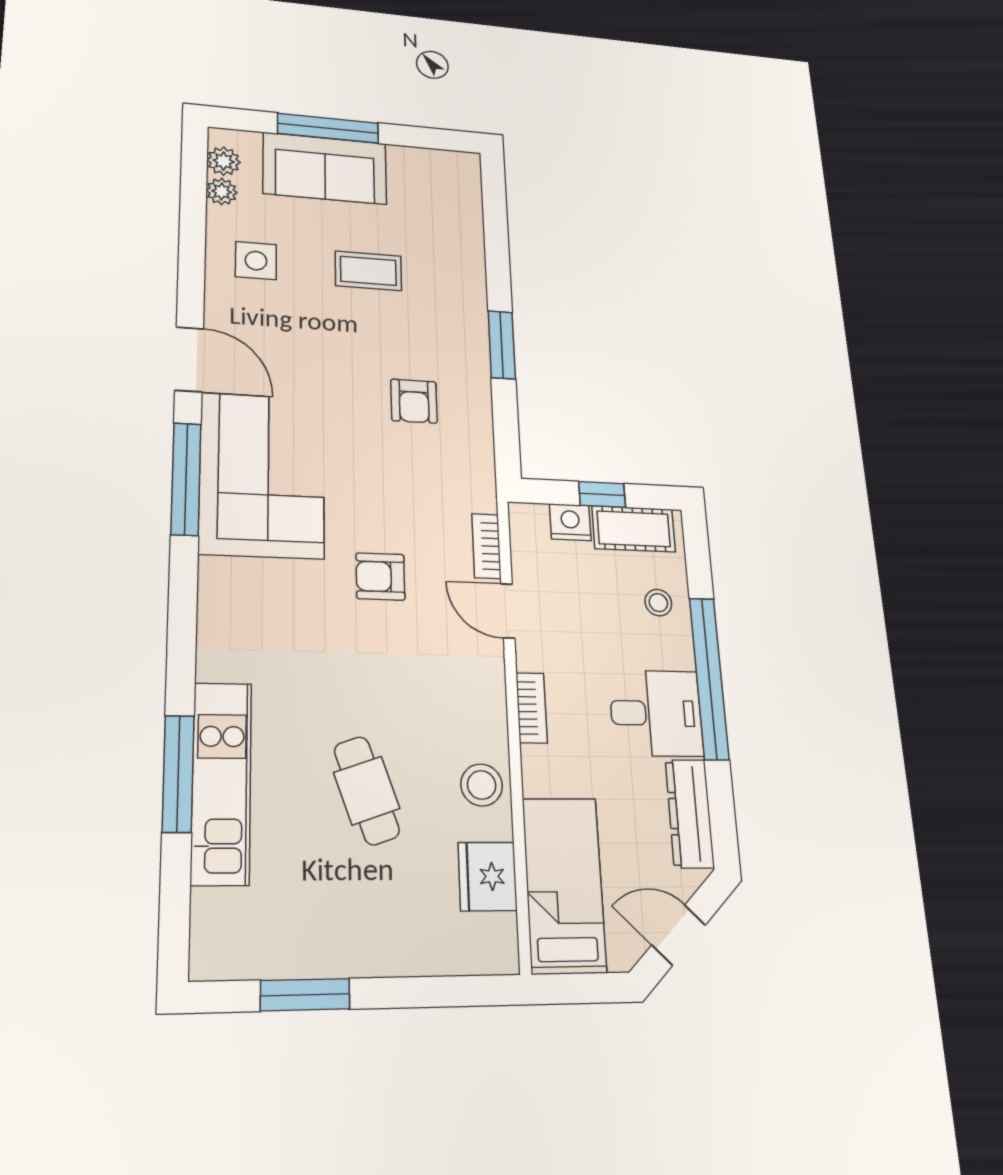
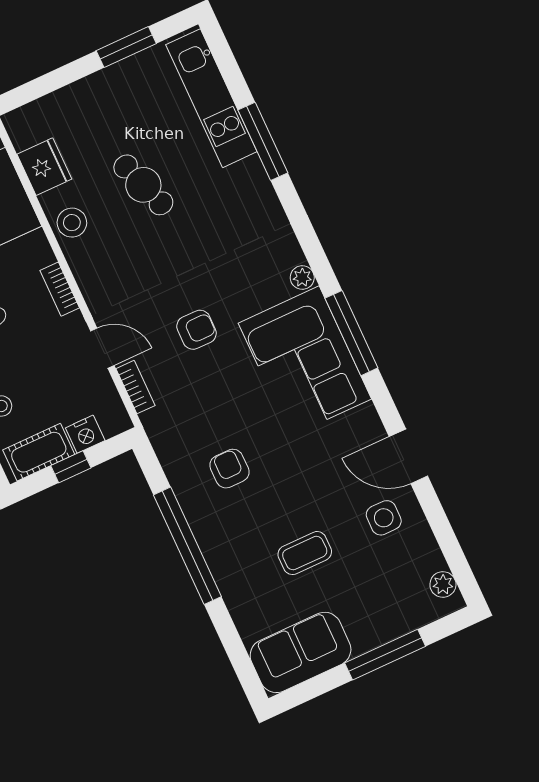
sofa: (325, 168) -> (301, 652), moved
plant: (222, 191) -> (302, 278), moved
window: (502, 345) -> (187, 546), width x2.11
door: (189, 359) -> (408, 456), moved
kitchen unit: (221, 782) -> (211, 98), moved

